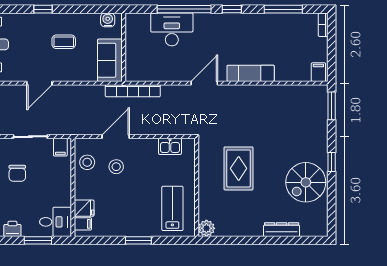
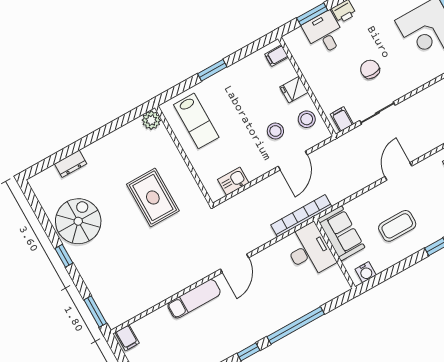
desk: (172, 29) -> (309, 251), moved, turned -90
coffee table: (64, 42) -> (397, 226), width x1.36, depth x1.30
fridge: (84, 208) -> (294, 90), moved
desk: (56, 222) -> (324, 33), moved, turned 90
dresser: (282, 230) -> (71, 164), width x0.70

